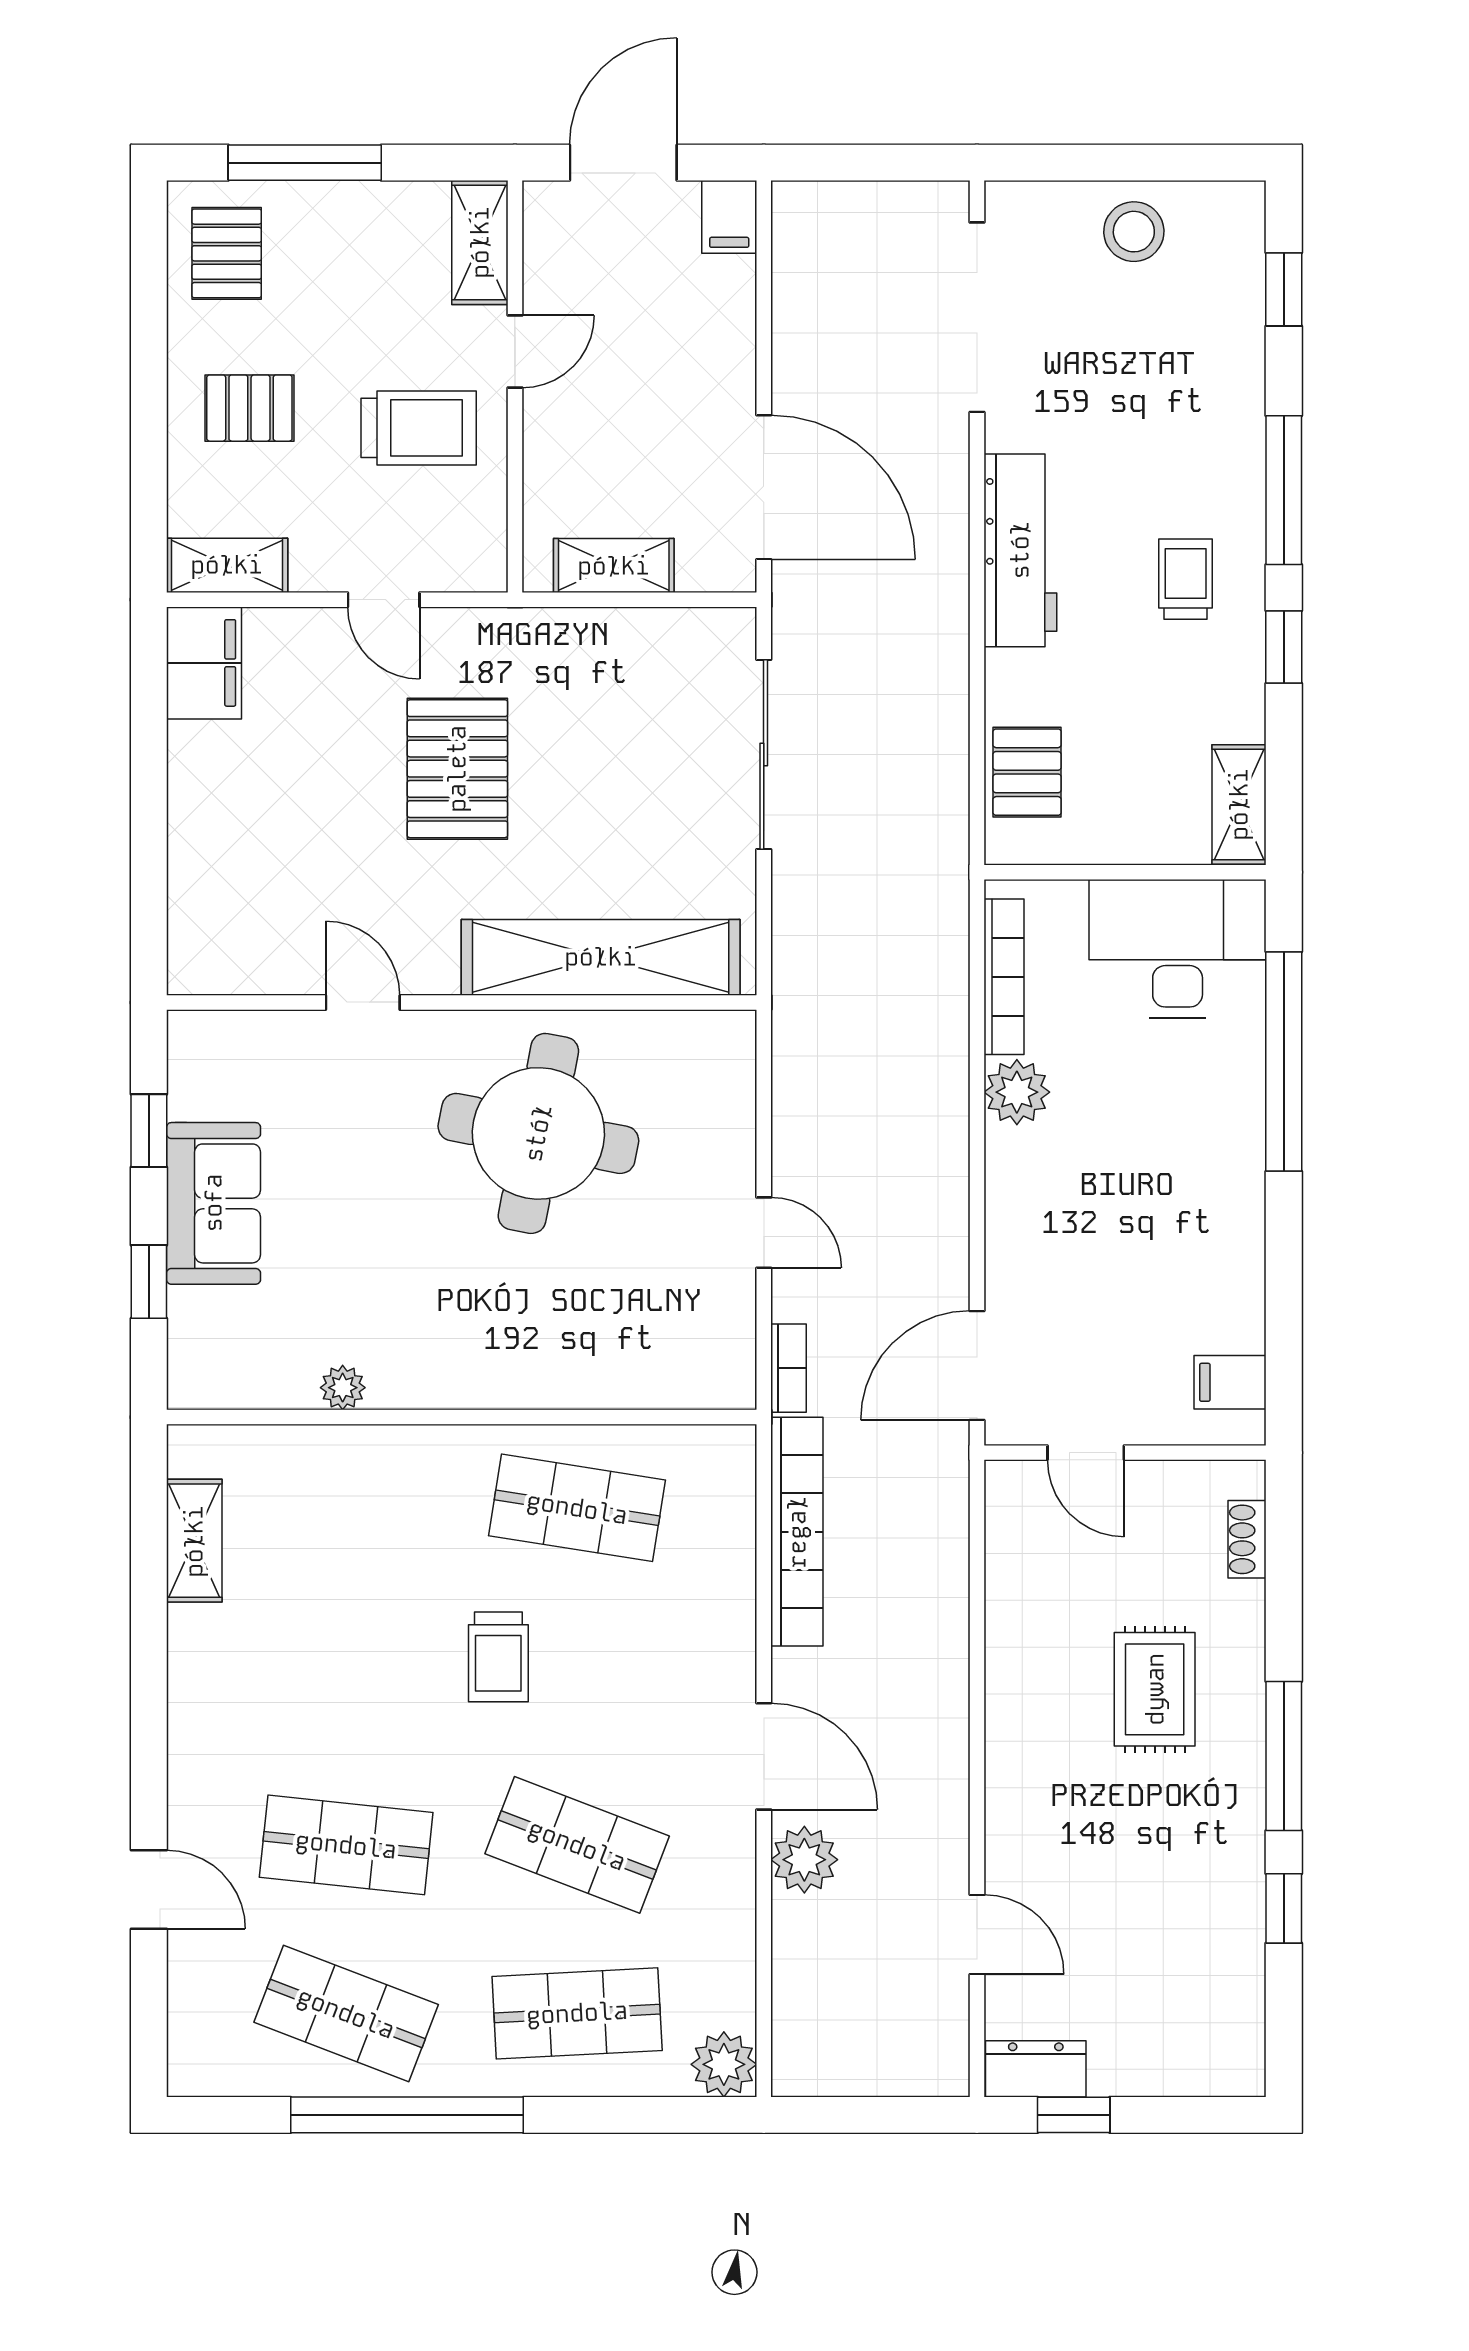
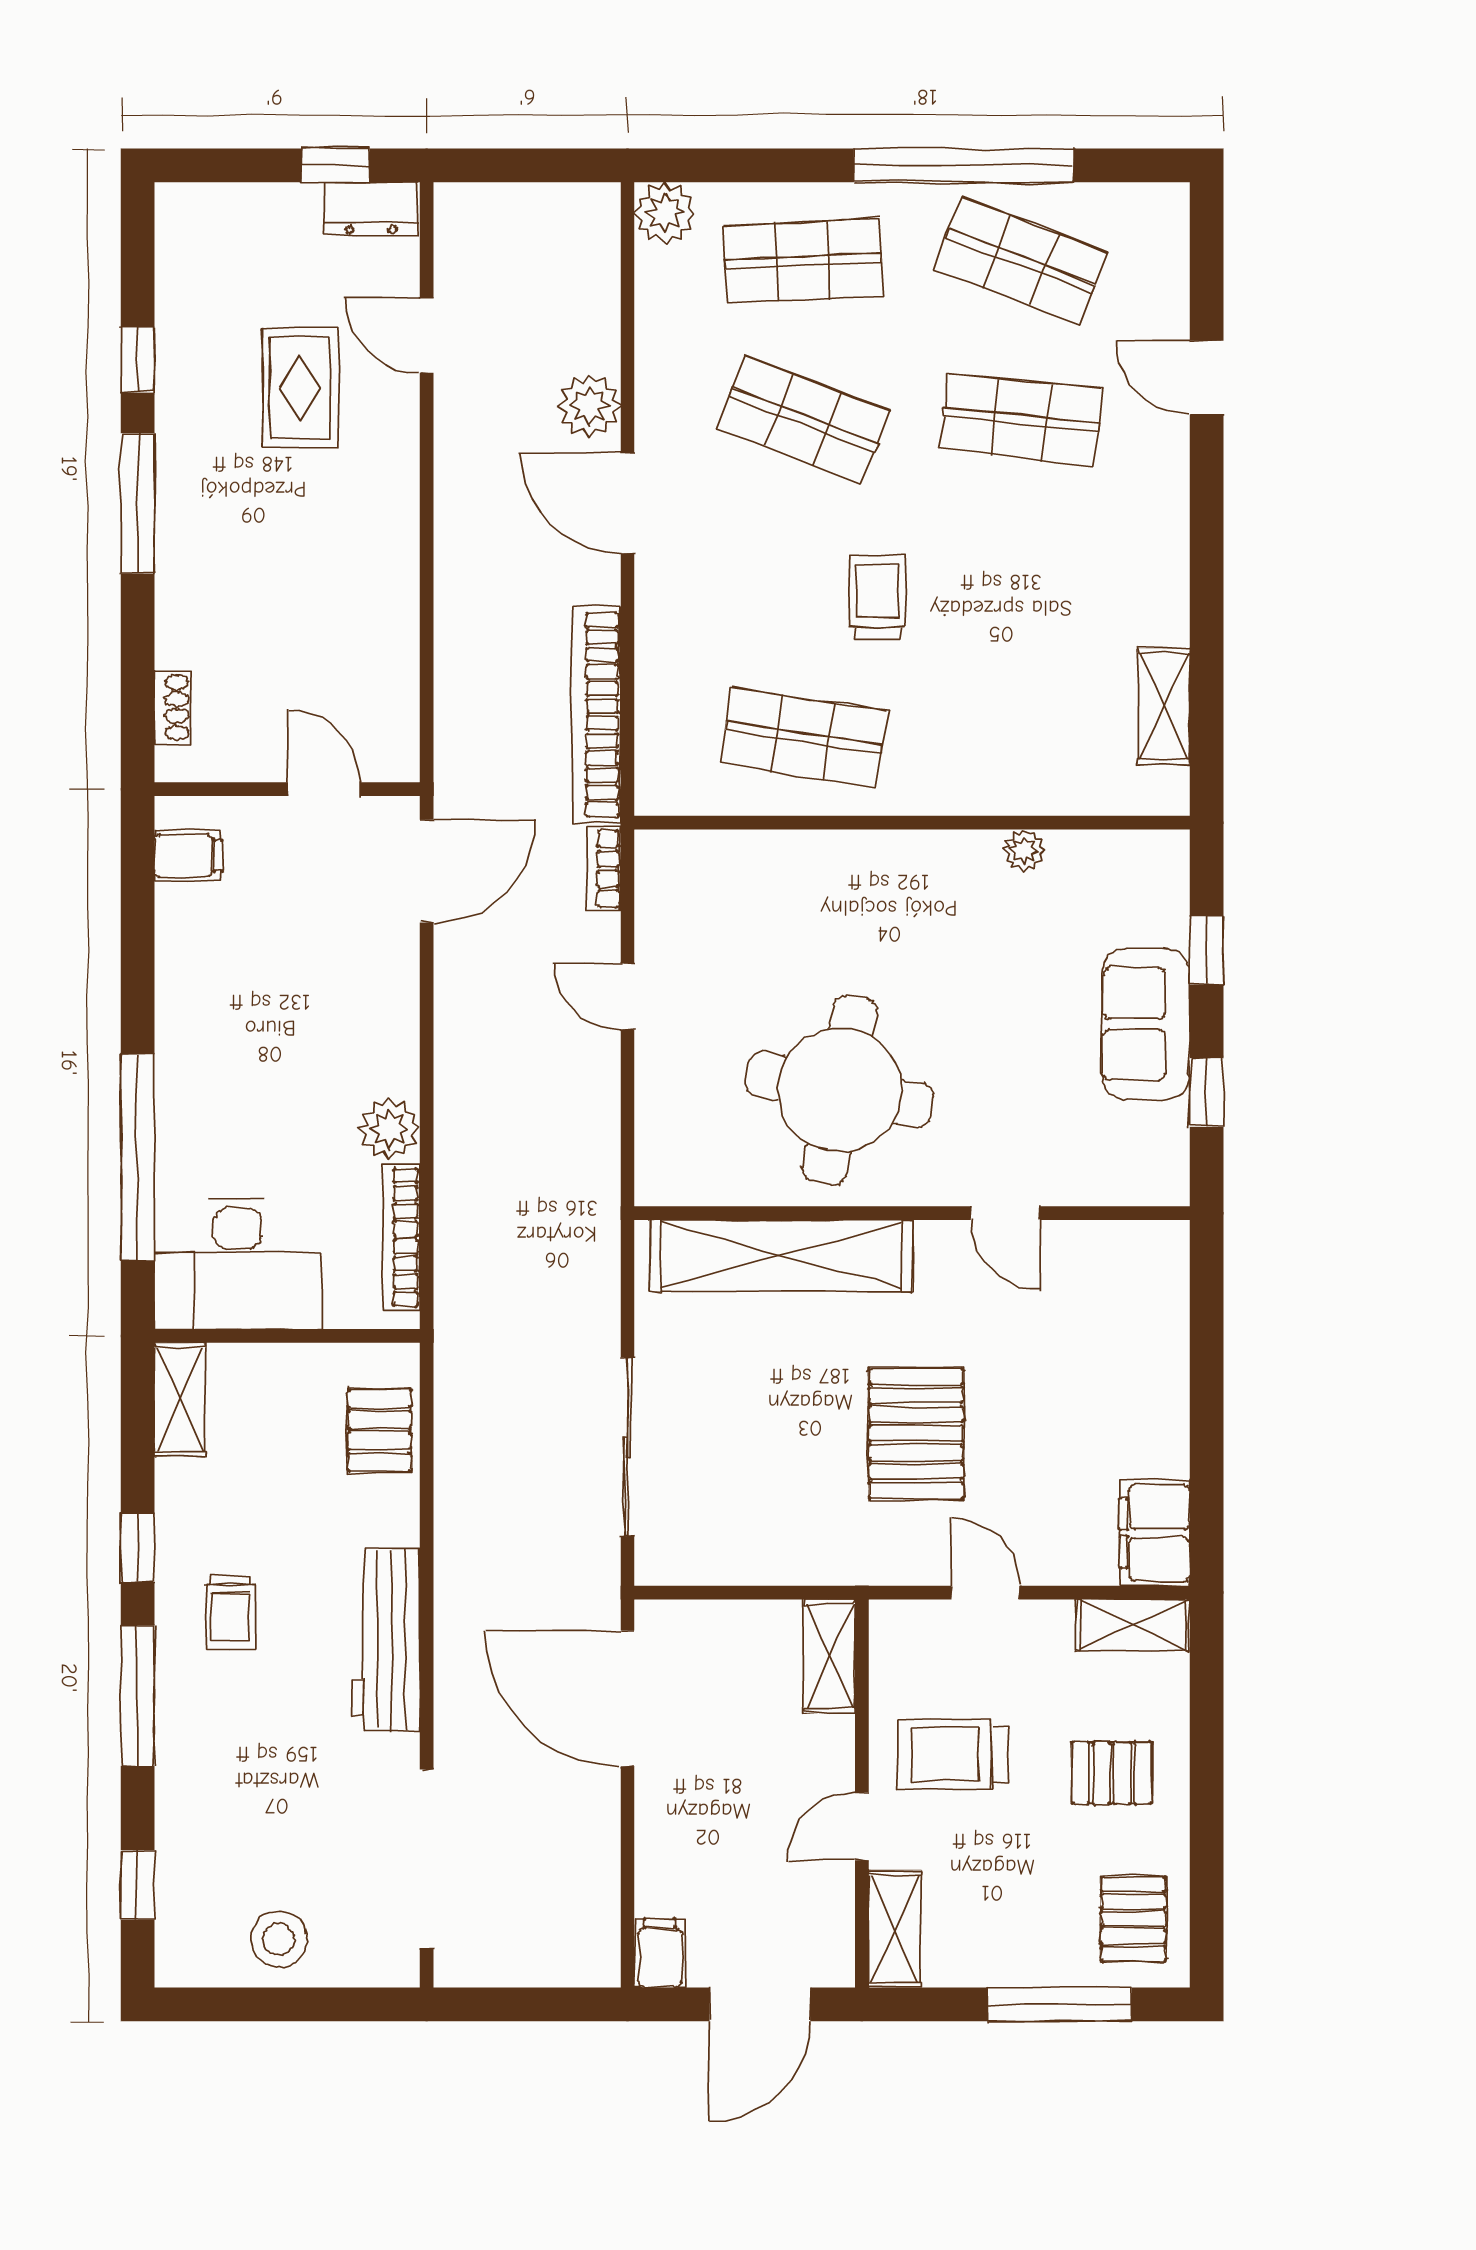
shelving: (614, 566) -> (830, 1656), moved, turned 90
rug: (1155, 1689) -> (300, 387), moved

